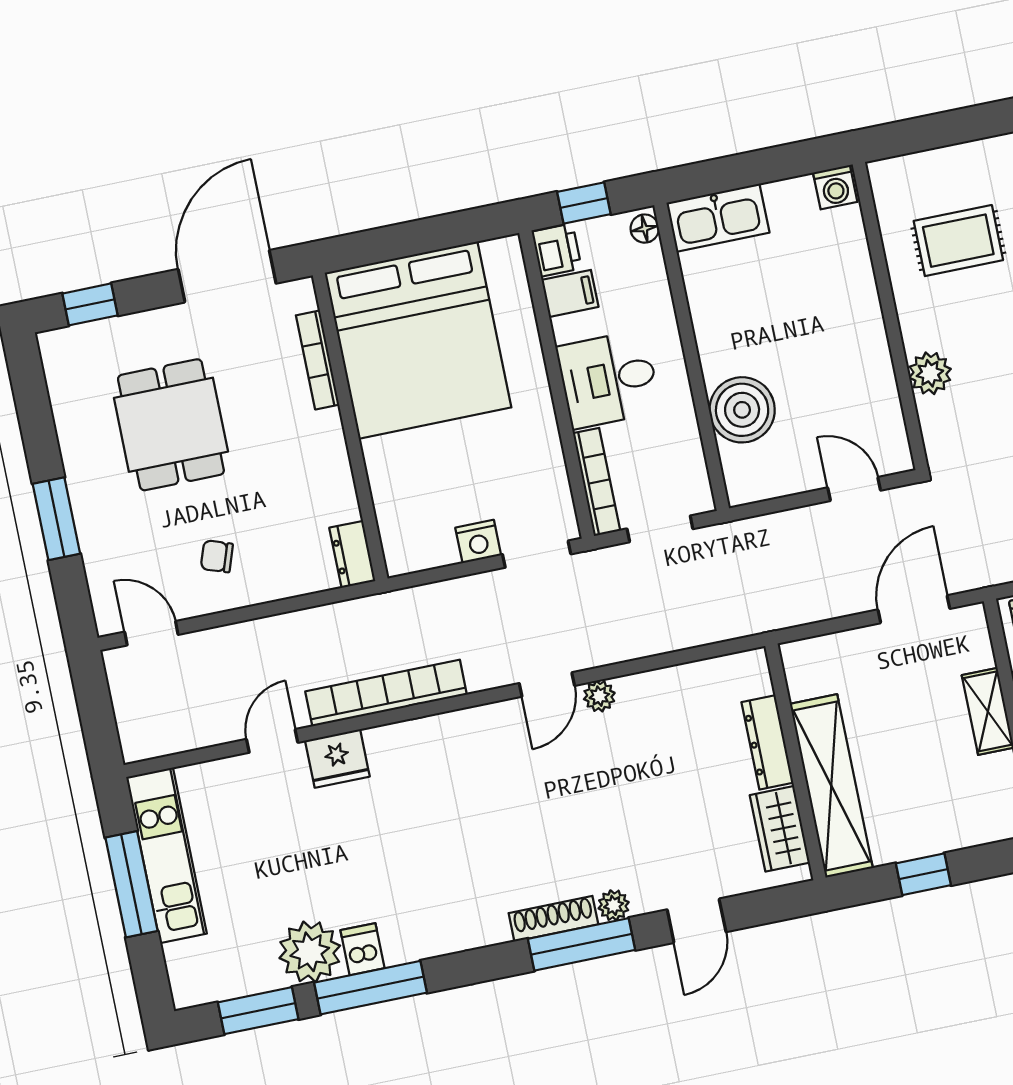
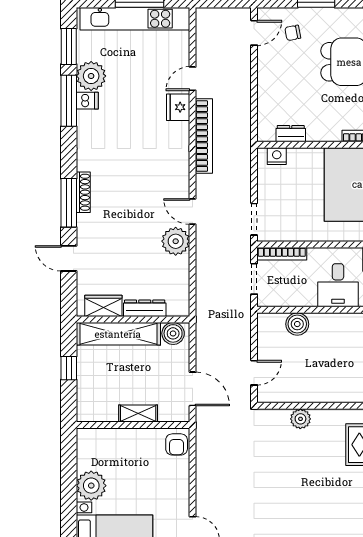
desk: (608, 379) -> (338, 285), moved, turned 180
boiler: (742, 410) -> (297, 324), width x0.73, depth x0.73
nightstand: (478, 541) -> (277, 156), moved, turned 90
dresser: (352, 554) -> (291, 134), moved
chair: (217, 556) -> (293, 33), moved, turned -120
boiler: (807, 673) -> (173, 333), added
plant: (599, 696) -> (176, 241), width x1.88, depth x1.88
door: (272, 741) -> (193, 79), swing flipped
kitchen unit: (166, 855) -> (135, 19), width x1.36
plant: (614, 905) -> (84, 221), removed

